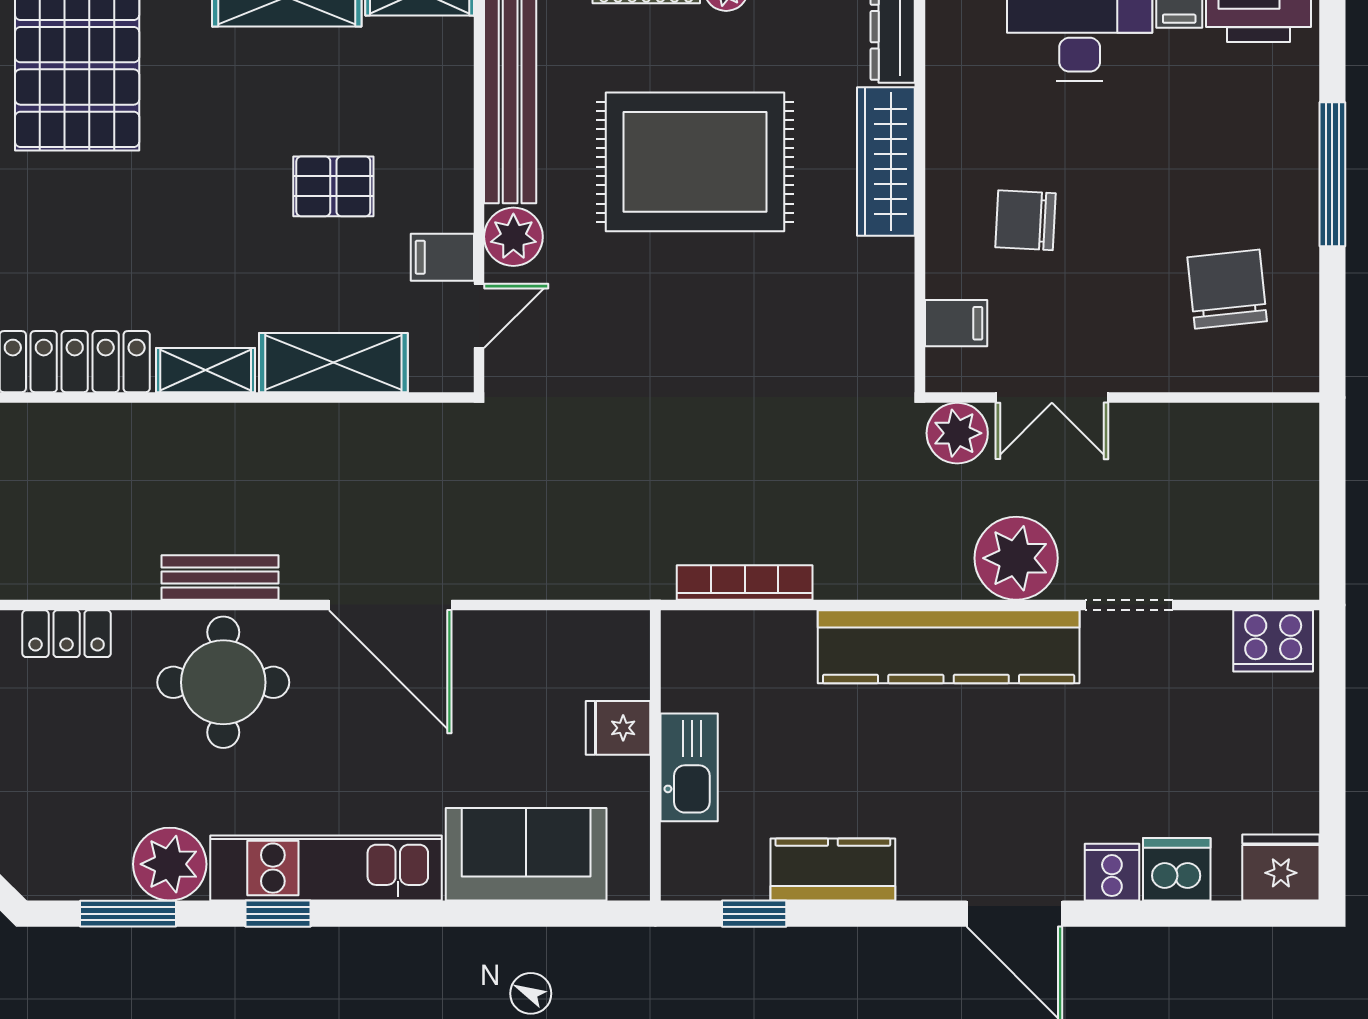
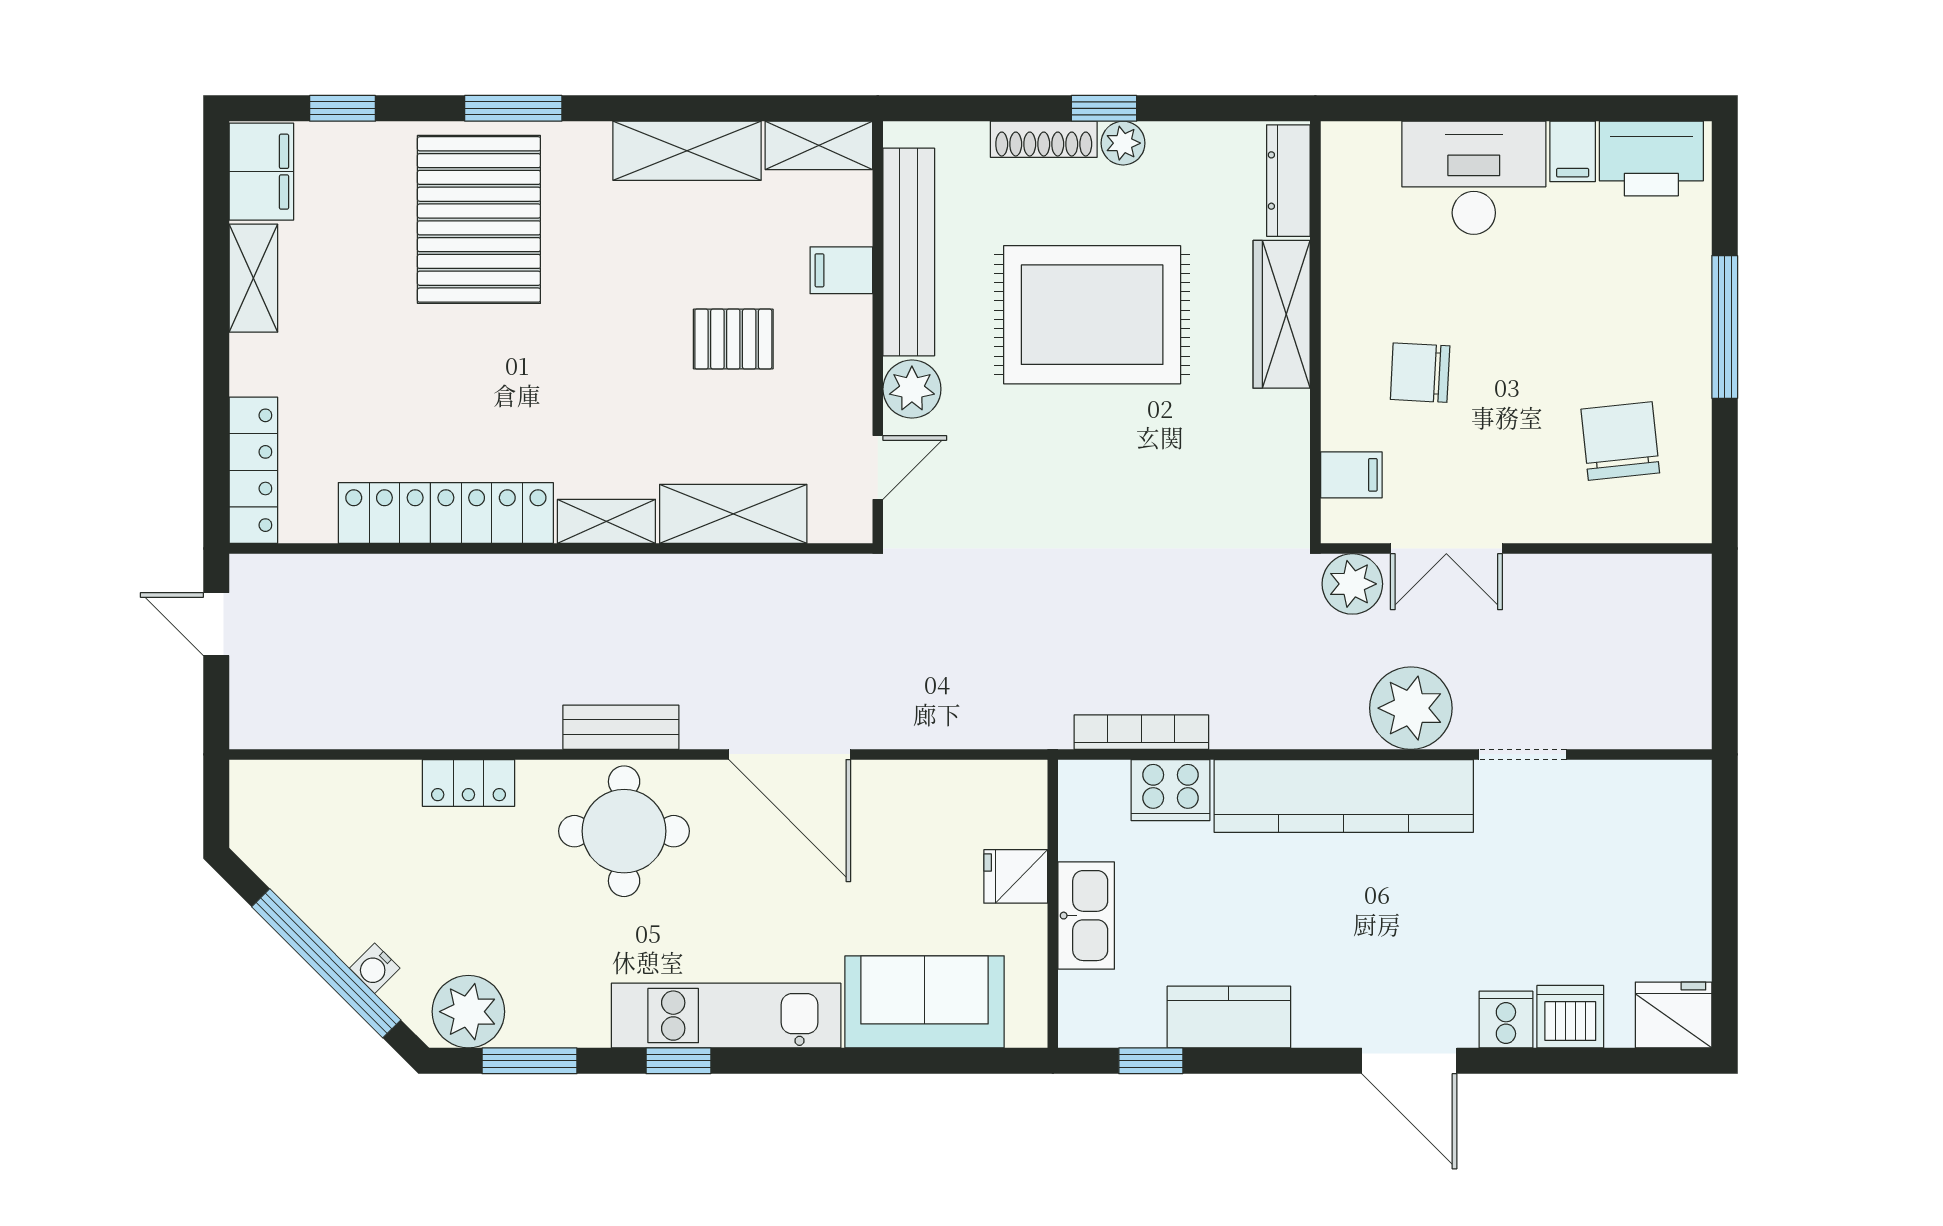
filing cabinet: (442, 257) -> (841, 270), moved
cooker: (1273, 641) -> (1171, 790), moved
plant: (170, 864) -> (468, 1012), moved

